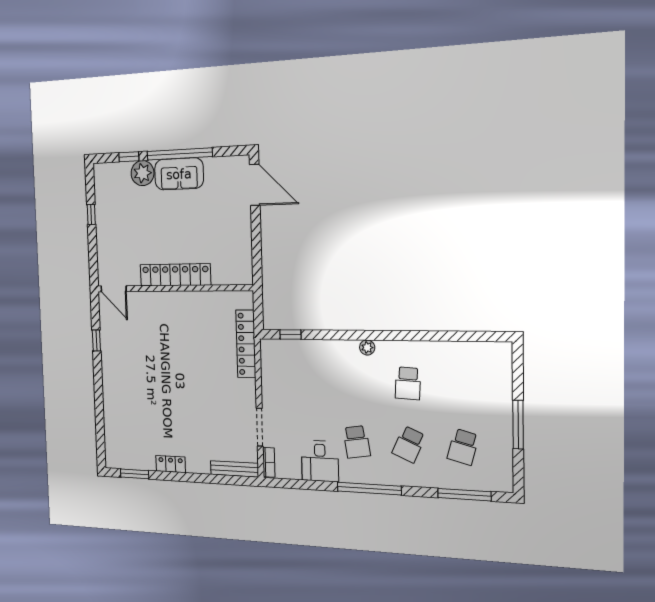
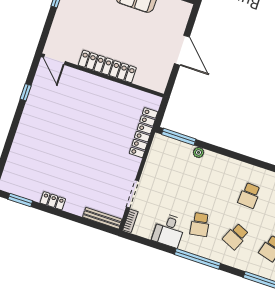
door: (255, 185) -> (182, 50), moved
window: (290, 334) -> (179, 137), width x2.17
plant: (367, 347) -> (199, 152), moved

